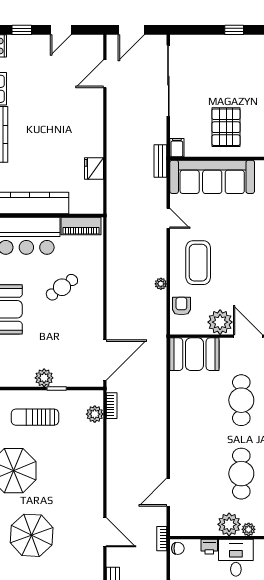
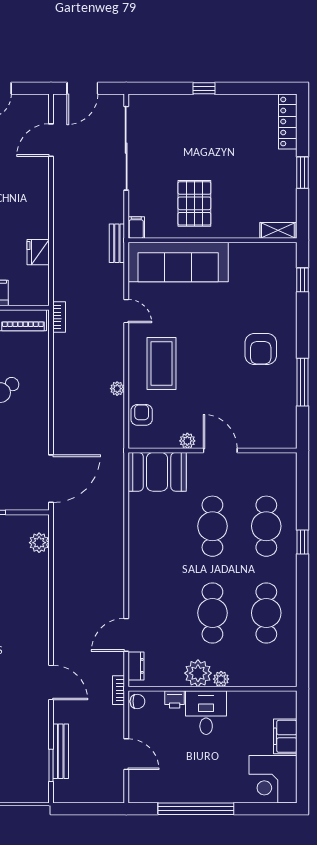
plant: (220, 322) -> (187, 441), width x0.53, depth x0.53
bookcase: (112, 406) -> (59, 317), moved
dresser: (177, 518) -> (136, 666), added

